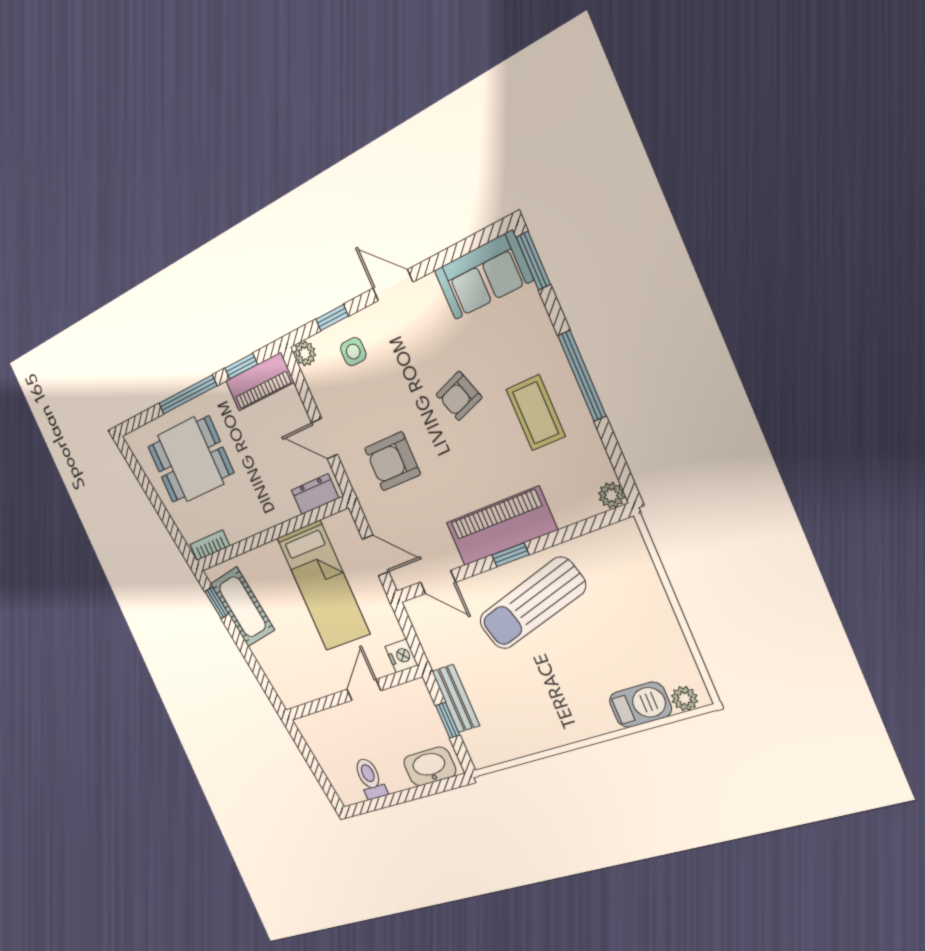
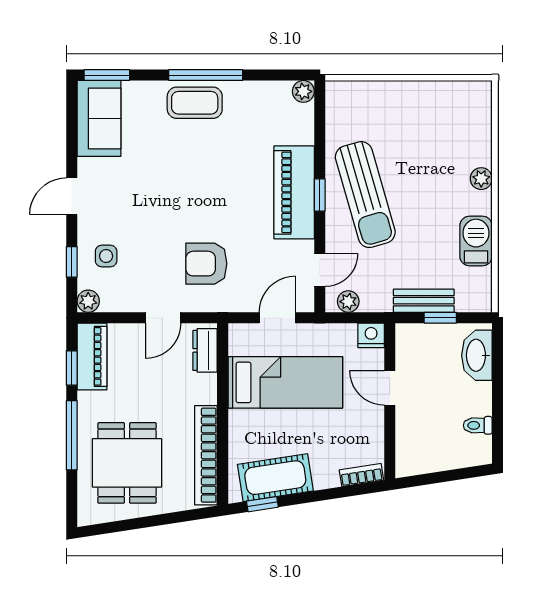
armchair: (459, 396) -> (179, 181), removed
coffee table: (536, 413) -> (195, 103), moved
armchair: (392, 461) -> (206, 264), turned 90
bookcase: (210, 545) -> (206, 455), width x2.31, depth x1.31
plant: (422, 622) -> (348, 302), added
bookcase: (281, 687) -> (361, 475), added
plant: (685, 699) -> (481, 179), moved
barbecue: (640, 705) -> (476, 241), moved
toilet: (370, 778) -> (478, 425), width x0.73, depth x0.72

